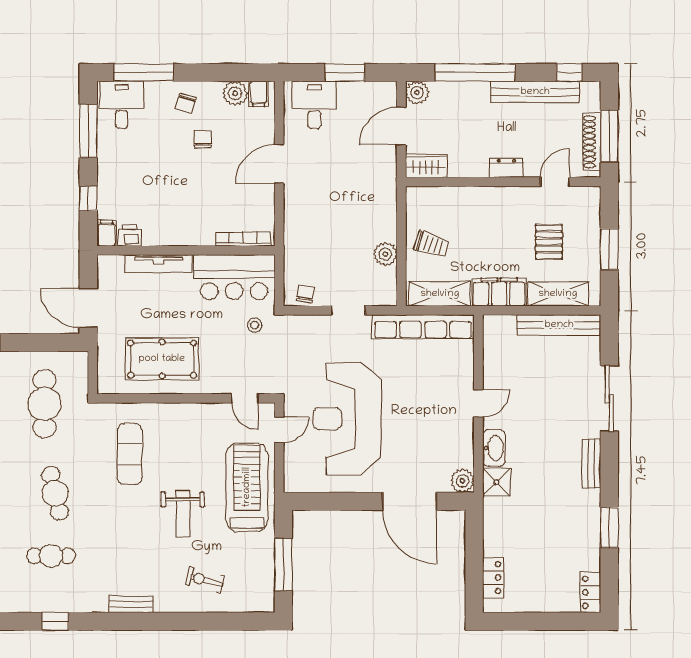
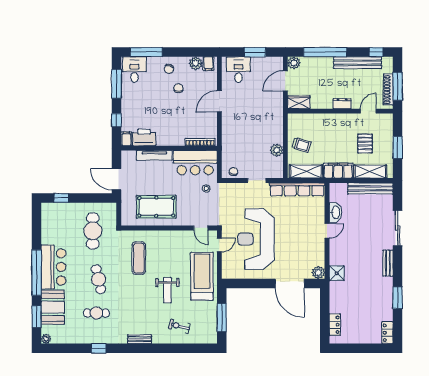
printer: (129, 236) -> (144, 138), width x1.87, depth x1.48
washbasin: (494, 448) -> (335, 212), moved

